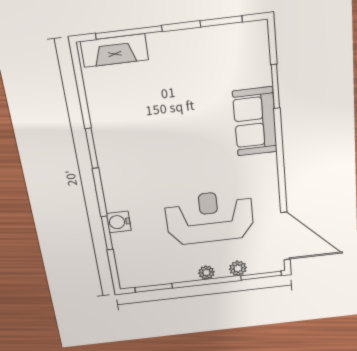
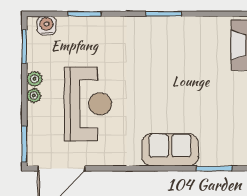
window: (275, 86) -> (214, 168), moved
water cooler: (119, 222) -> (46, 25), moved
plant: (238, 268) -> (34, 79), moved

